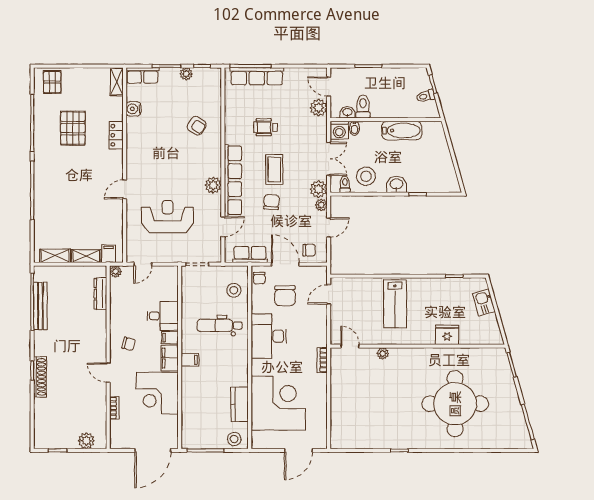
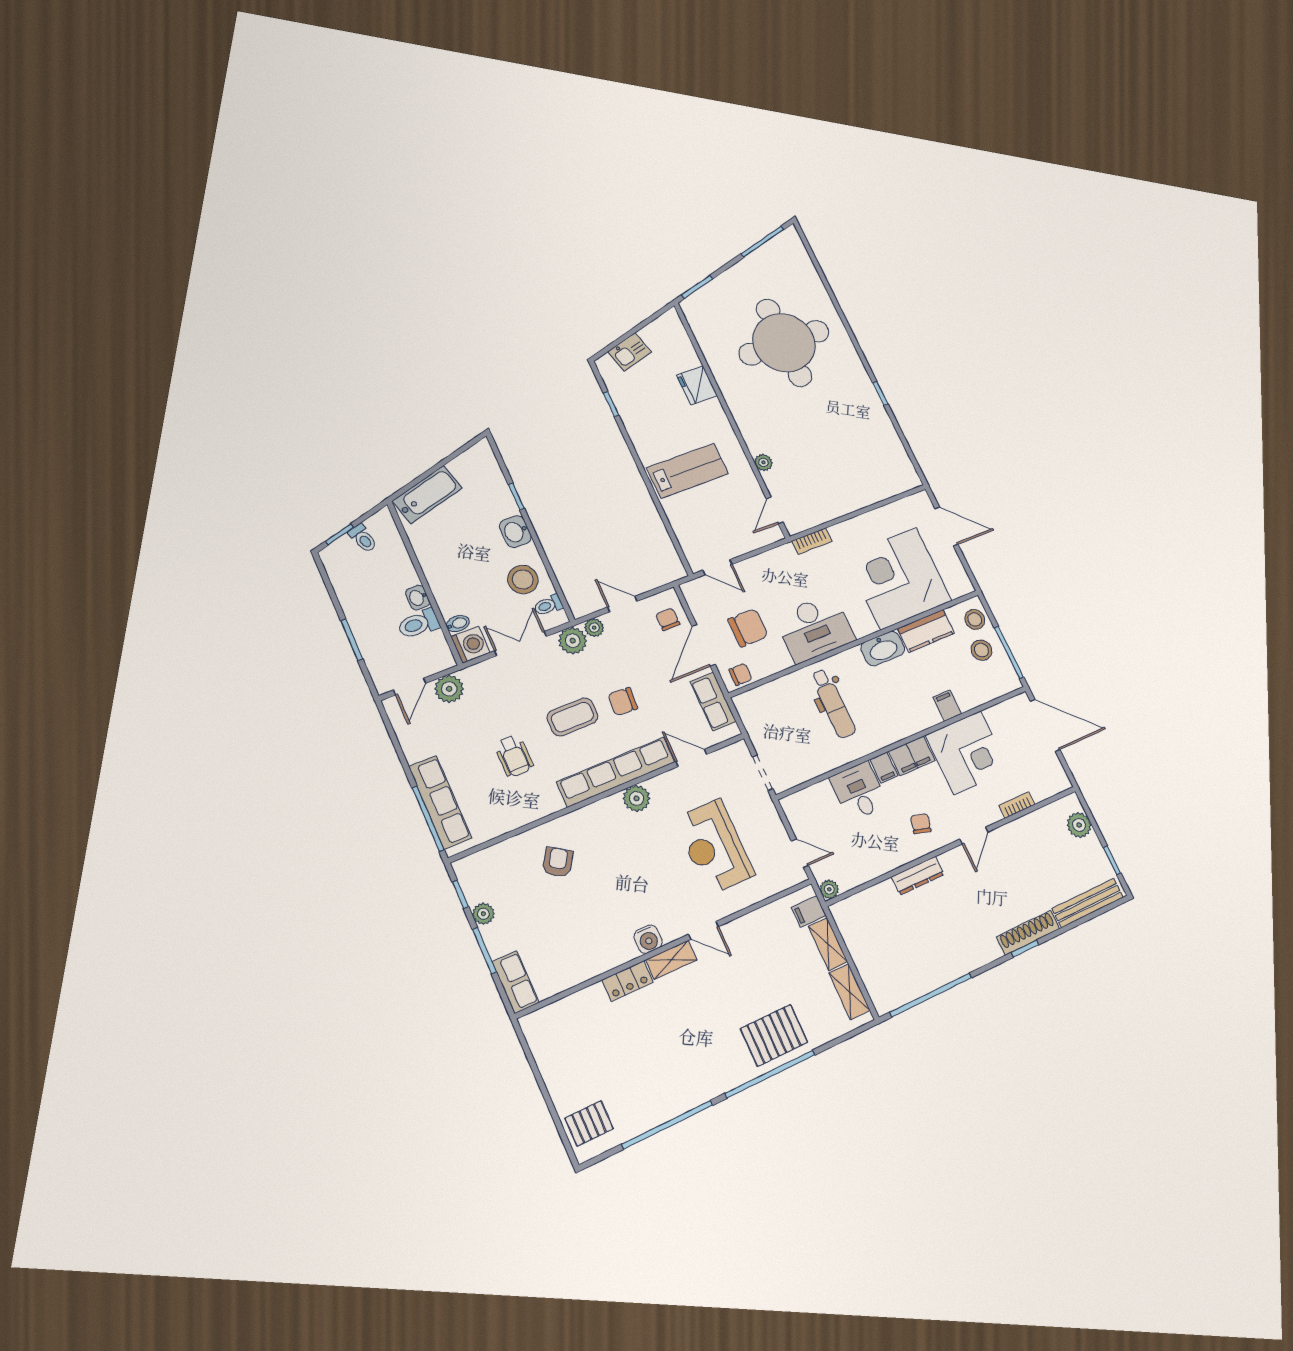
shelving: (117, 82) -> (671, 960), moved
water cooler: (133, 109) -> (648, 939), moved
washbasin: (347, 112) -> (418, 598), moved
pallet: (73, 128) -> (774, 1035), moved
bathtub: (402, 131) -> (427, 494), moved, turned 74
stool: (234, 290) -> (981, 650), moved
dresser: (100, 294) -> (918, 876), moved
bench: (40, 306) -> (1088, 903), moved
filing cabinet: (190, 360) -> (947, 705), moved
washbasin: (240, 372) -> (883, 649), added

